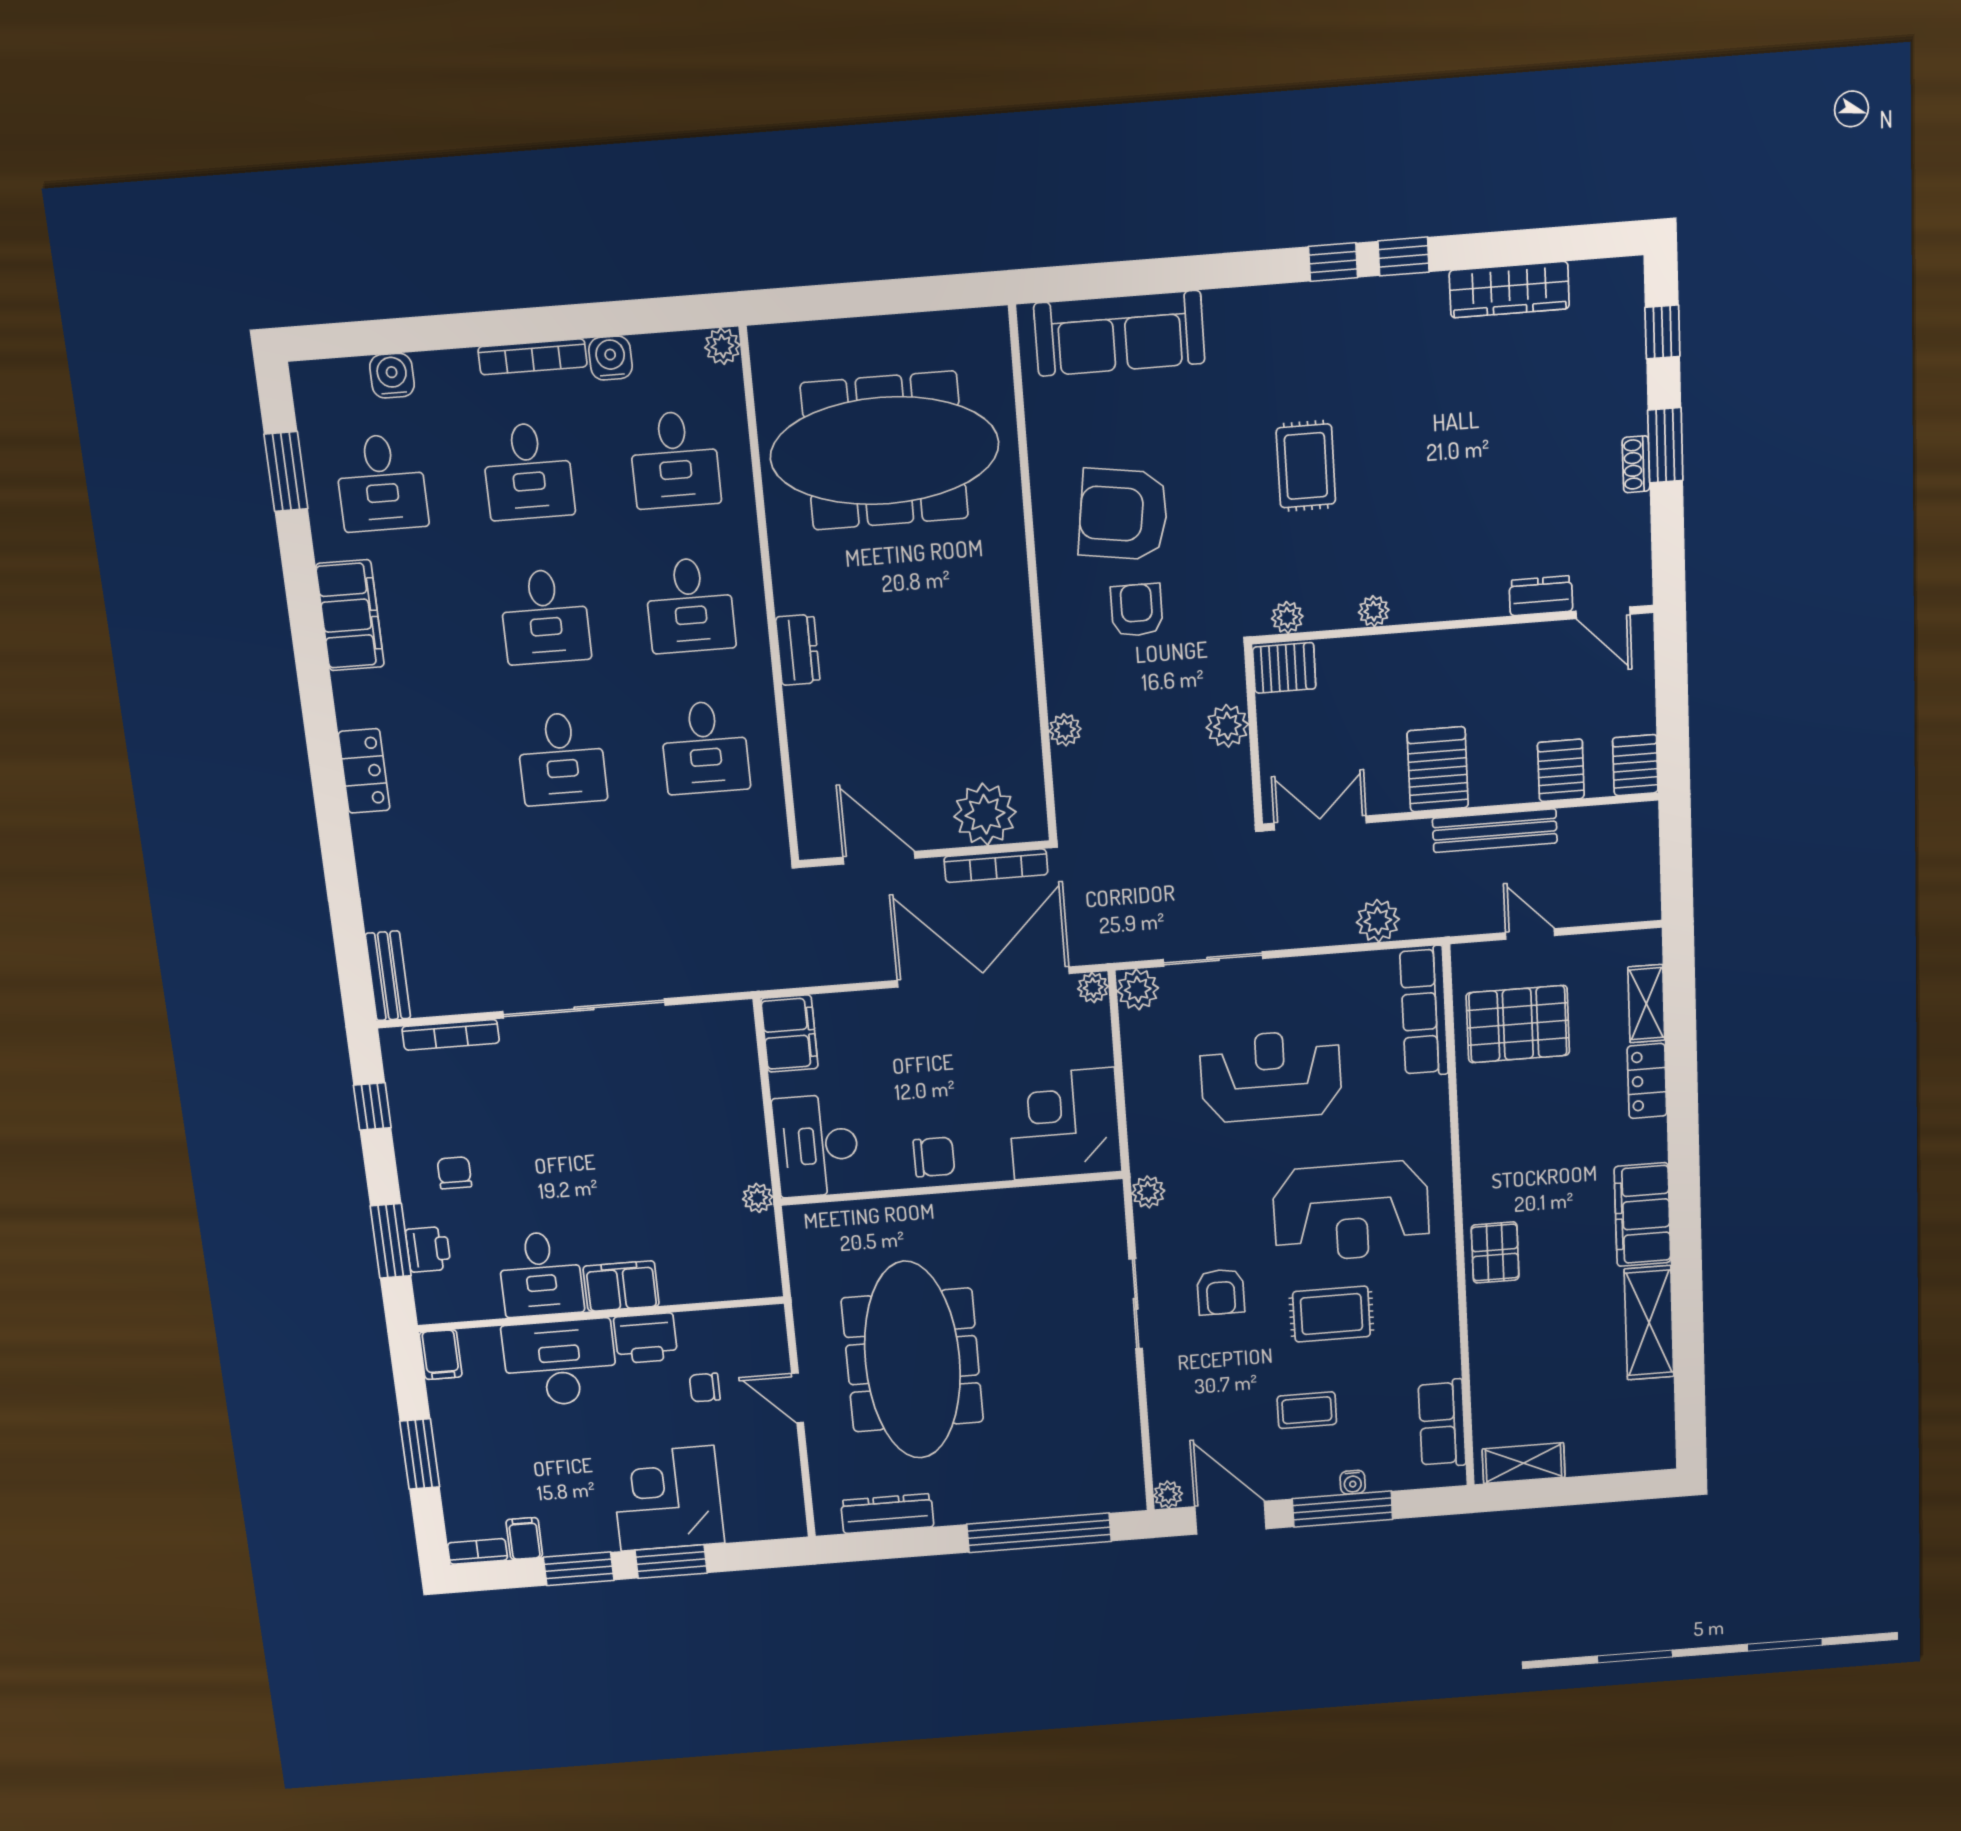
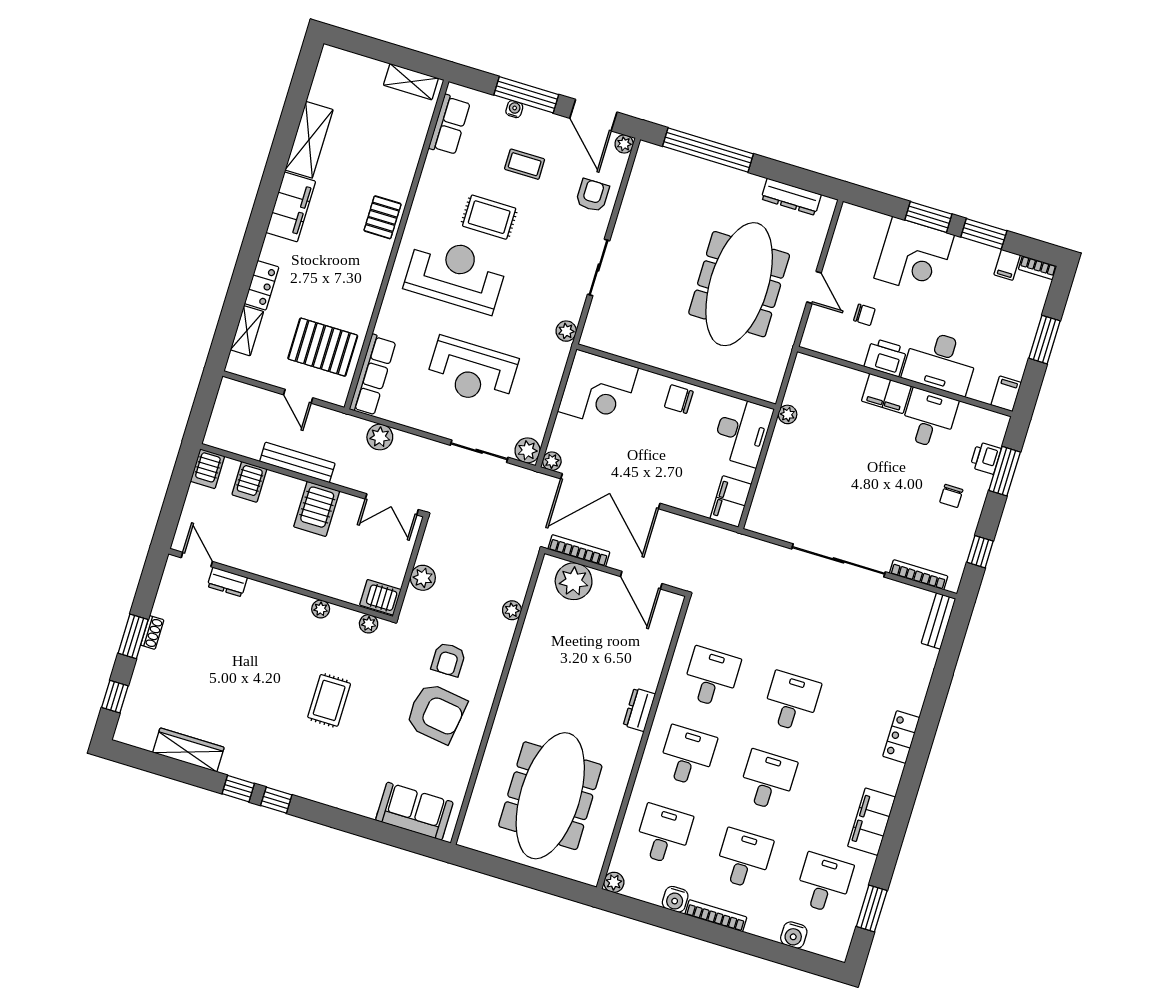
sofa: (1119, 333) -> (414, 811), width x0.73
meeting table: (885, 451) -> (550, 796), turned 90
armchair: (1221, 1292) -> (592, 195), moved

